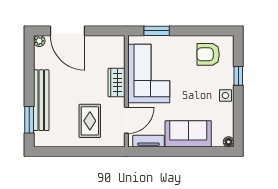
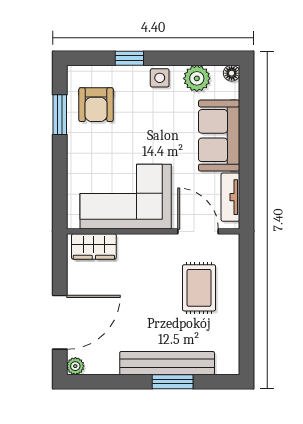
window: (157, 31) -> (60, 115), moved
wardrobe: (117, 83) -> (94, 246), moved
plant: (225, 119) -> (197, 78), added
window: (29, 120) -> (173, 382), moved
rug: (90, 121) -> (199, 288), turned 90

